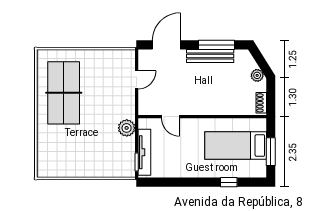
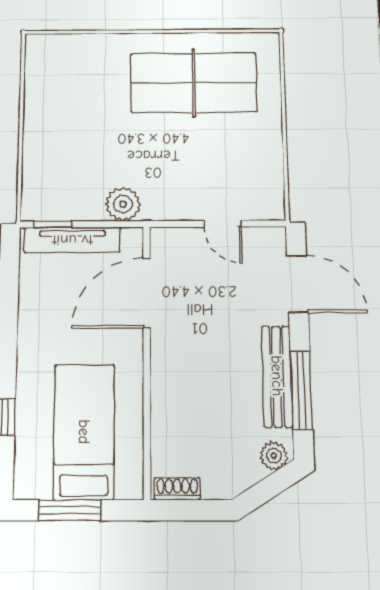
plant: (257, 75) -> (274, 456), moved
door: (171, 117) -> (147, 293), width x1.88

